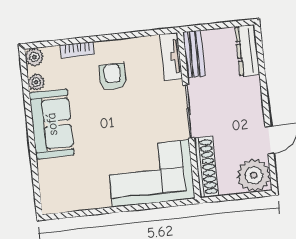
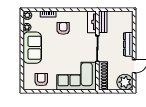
dresser: (247, 50) -> (128, 44), moved
armchair: (78, 189) -> (41, 80), added

